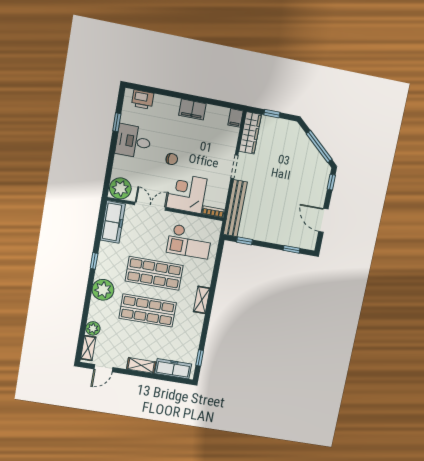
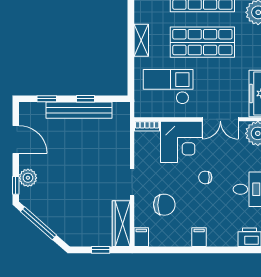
filing cabinet: (192, 109) -> (199, 237), width x0.50
chair: (211, 142) -> (164, 205), added
plant: (320, 187) -> (28, 178), added
bench: (235, 208) -> (79, 110), moved, turned 90
window: (244, 241) -> (86, 99), moved
shelving: (202, 300) -> (141, 40), moved

